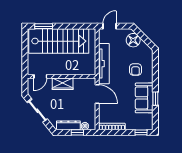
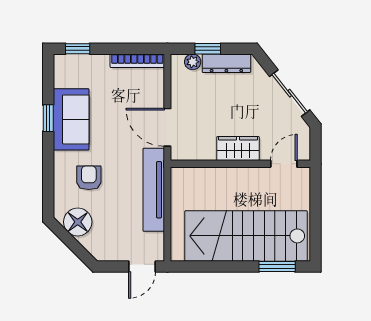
floor lamp: (133, 40) -> (78, 222), moved

